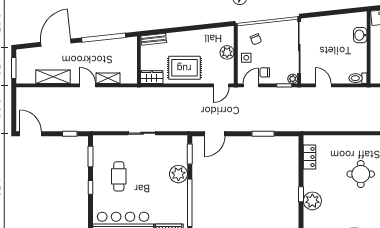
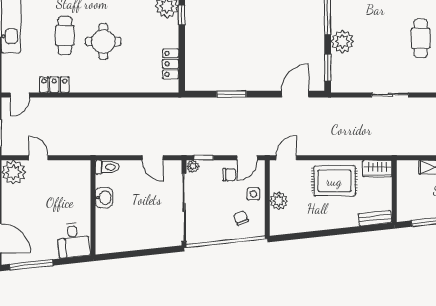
washbasin: (360, 35) -> (104, 198), moved

